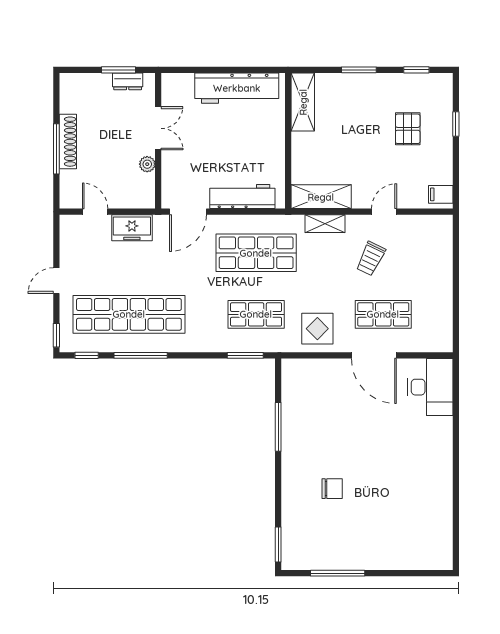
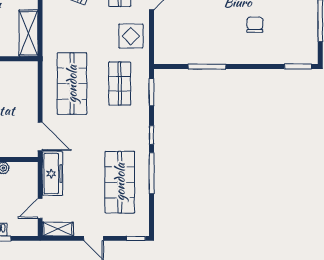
workbench: (242, 196) -> (28, 94), removed
shelving: (325, 224) -> (58, 229), moved, turned 90
freezer: (132, 228) -> (53, 174), width x1.40
shop shelf: (129, 314) -> (120, 182), width x0.71
window: (87, 355) -> (152, 135), moved

